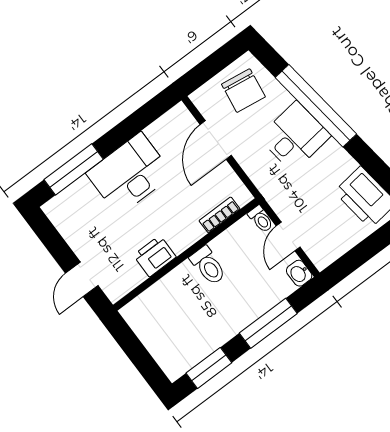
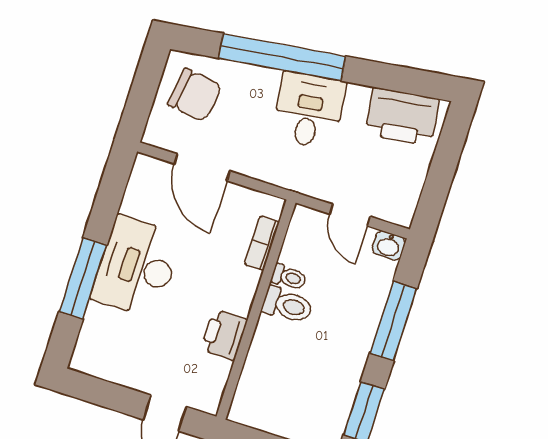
desk: (295, 137) -> (309, 110), moved
window: (74, 169) -> (83, 278), moved
toilet: (261, 219) -> (289, 277), moved

